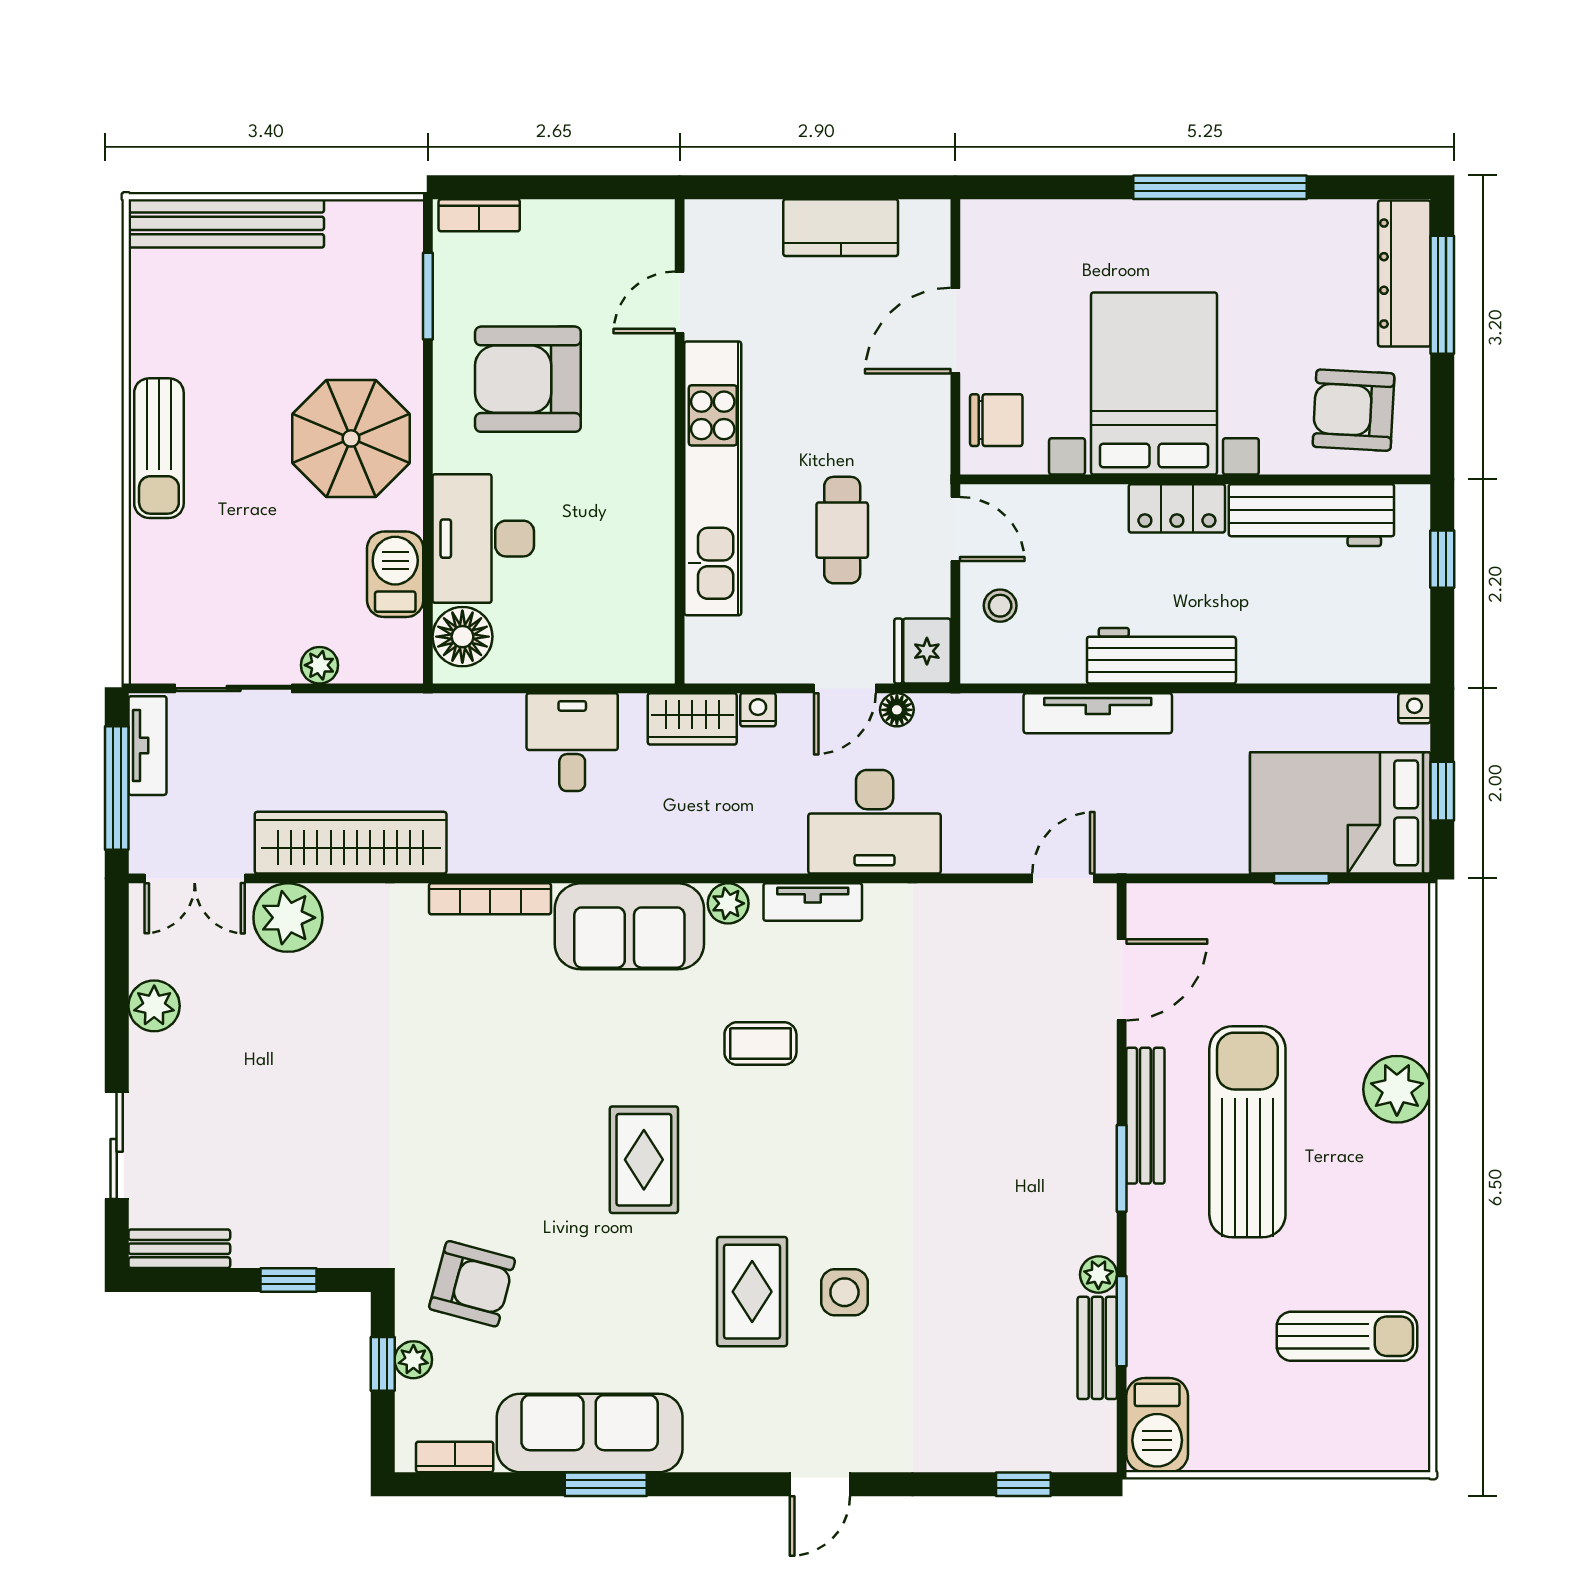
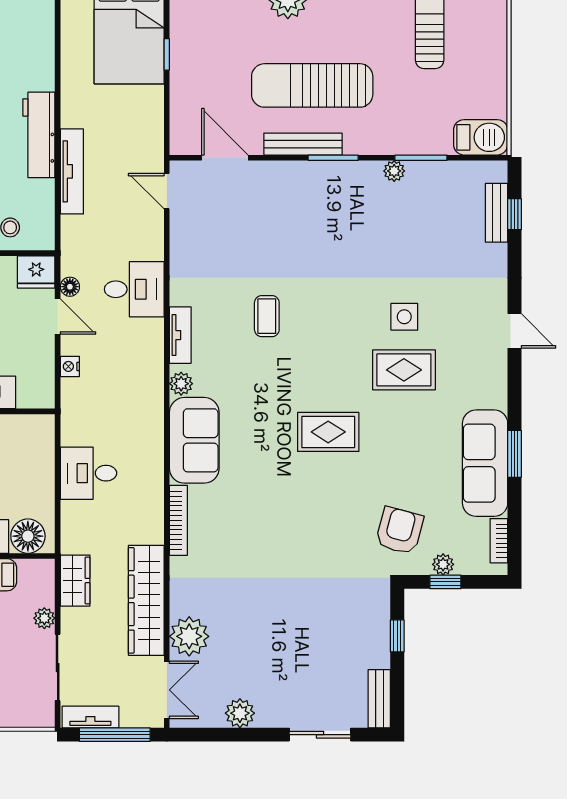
wardrobe: (692, 719) -> (75, 581), moved
desk: (875, 822) -> (134, 289), width x0.73
coffee table: (760, 1044) -> (267, 316), moved
bench: (1097, 1348) -> (496, 213), moved, turned 90

